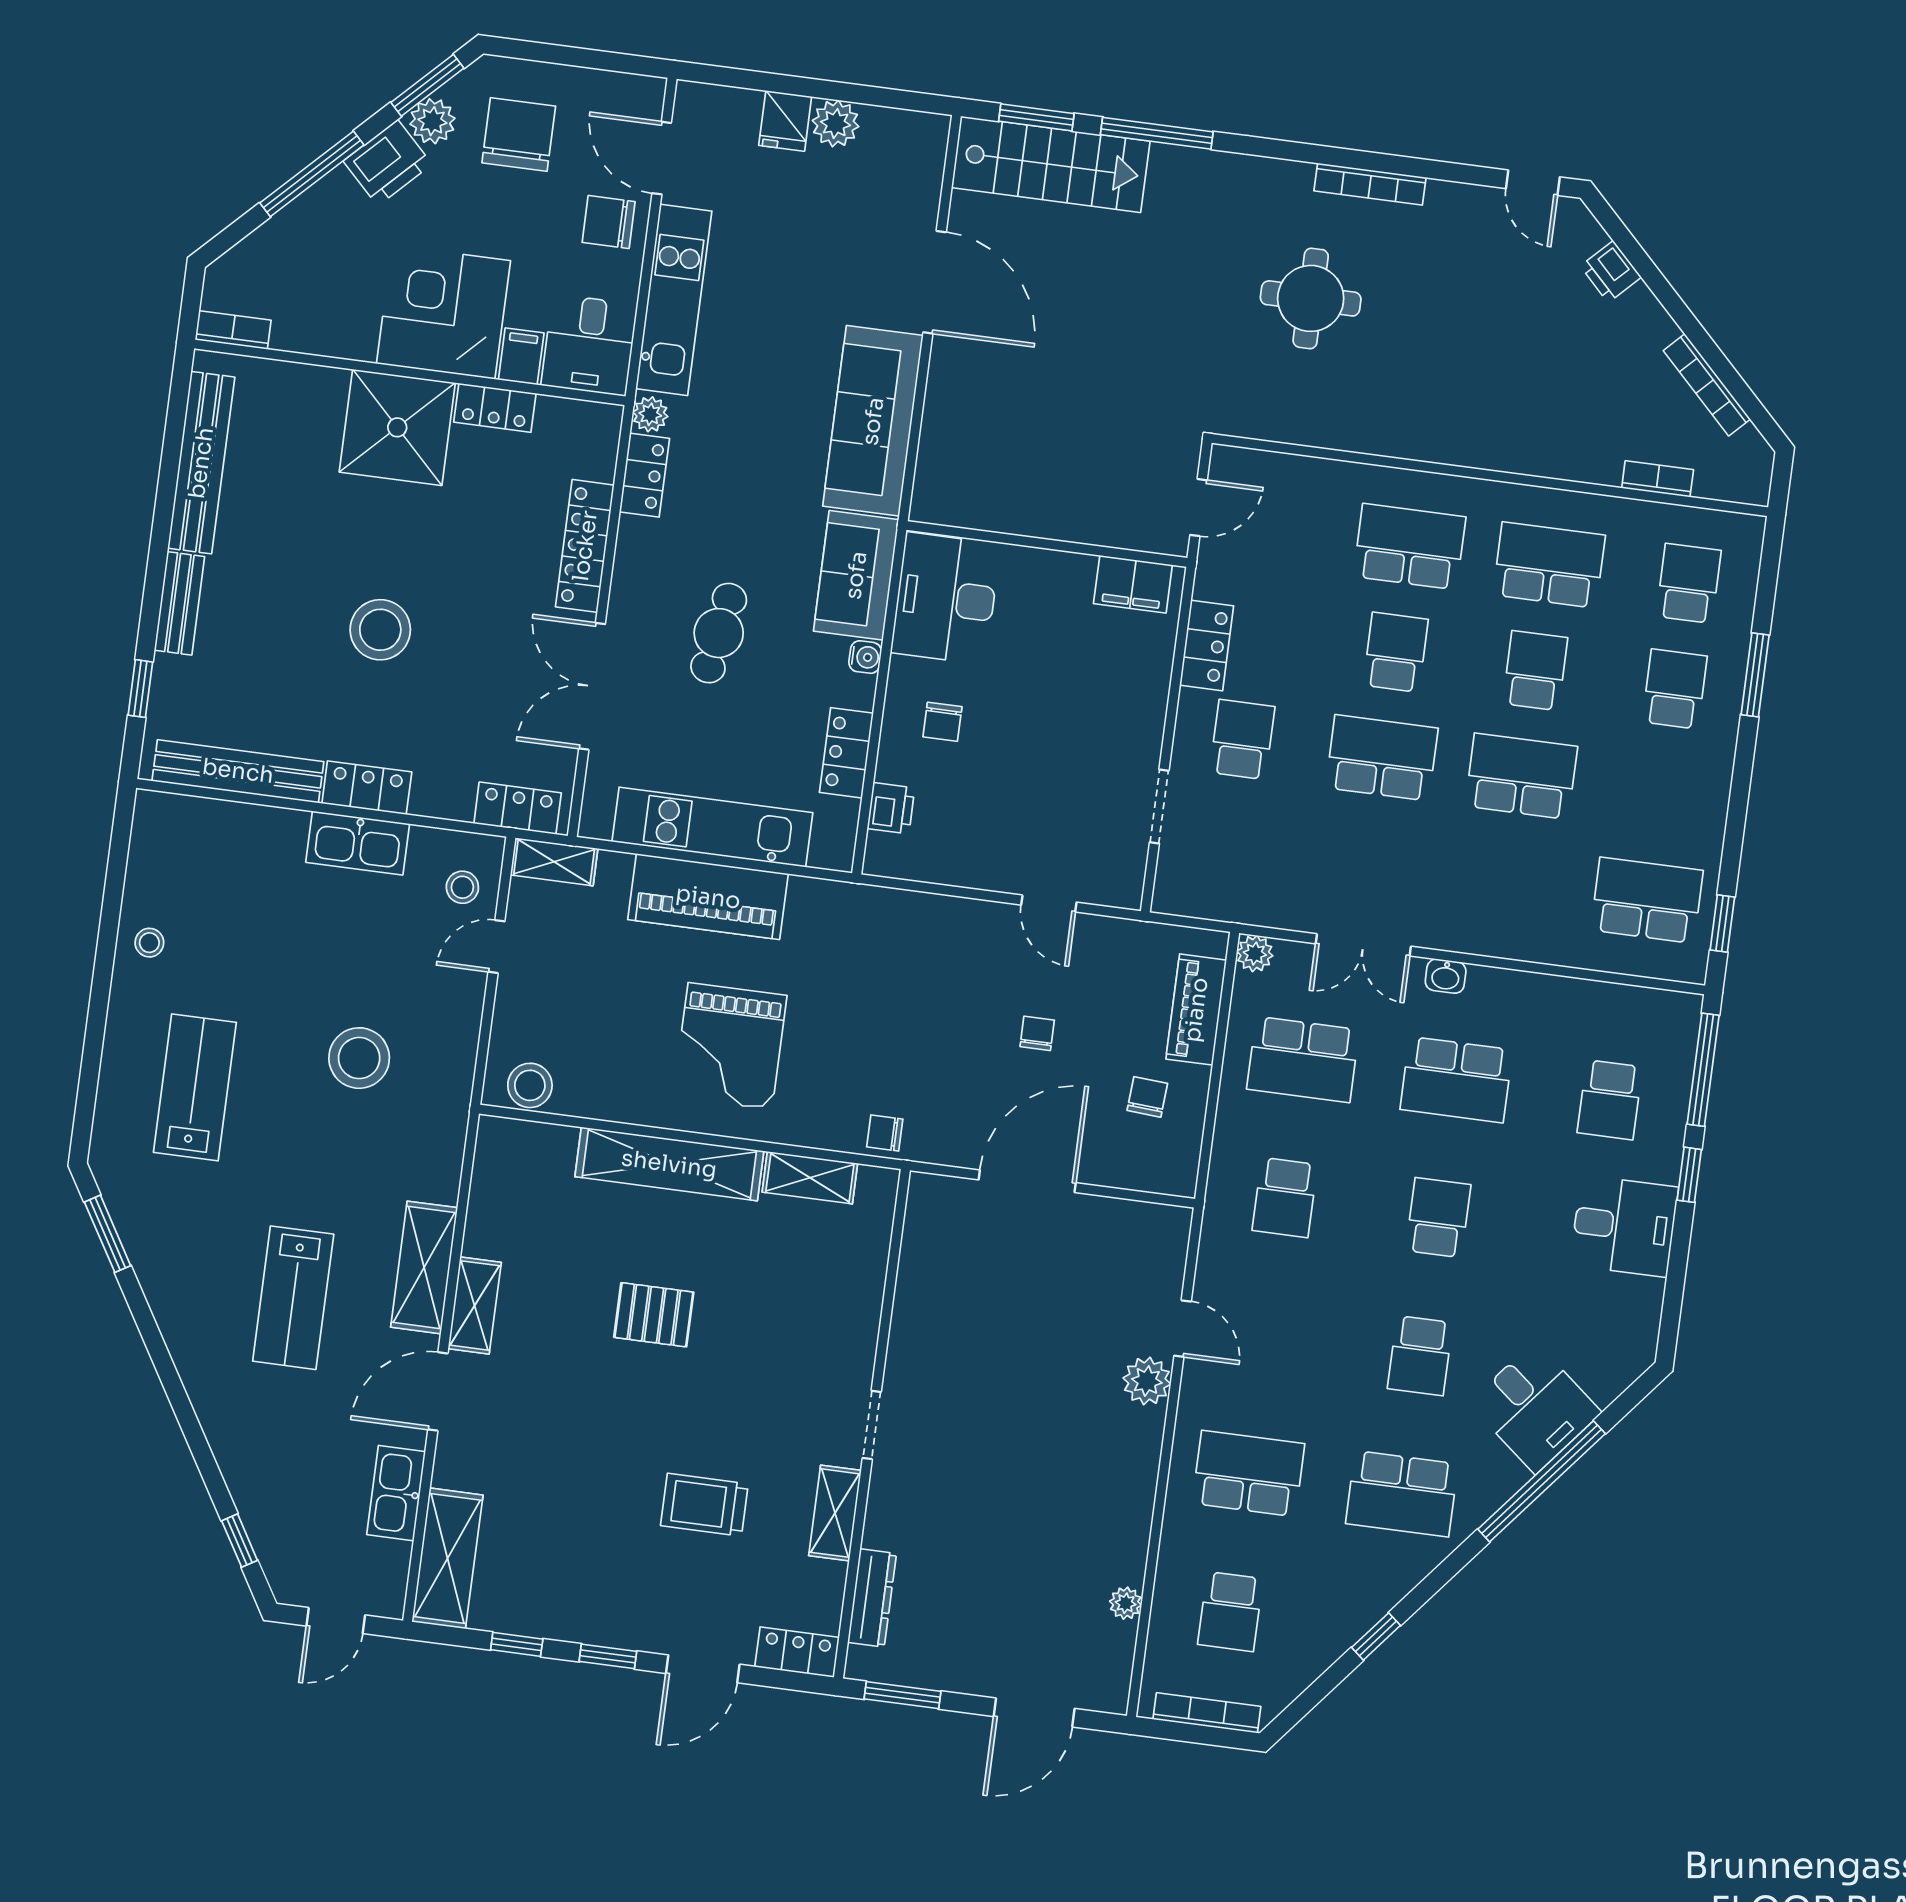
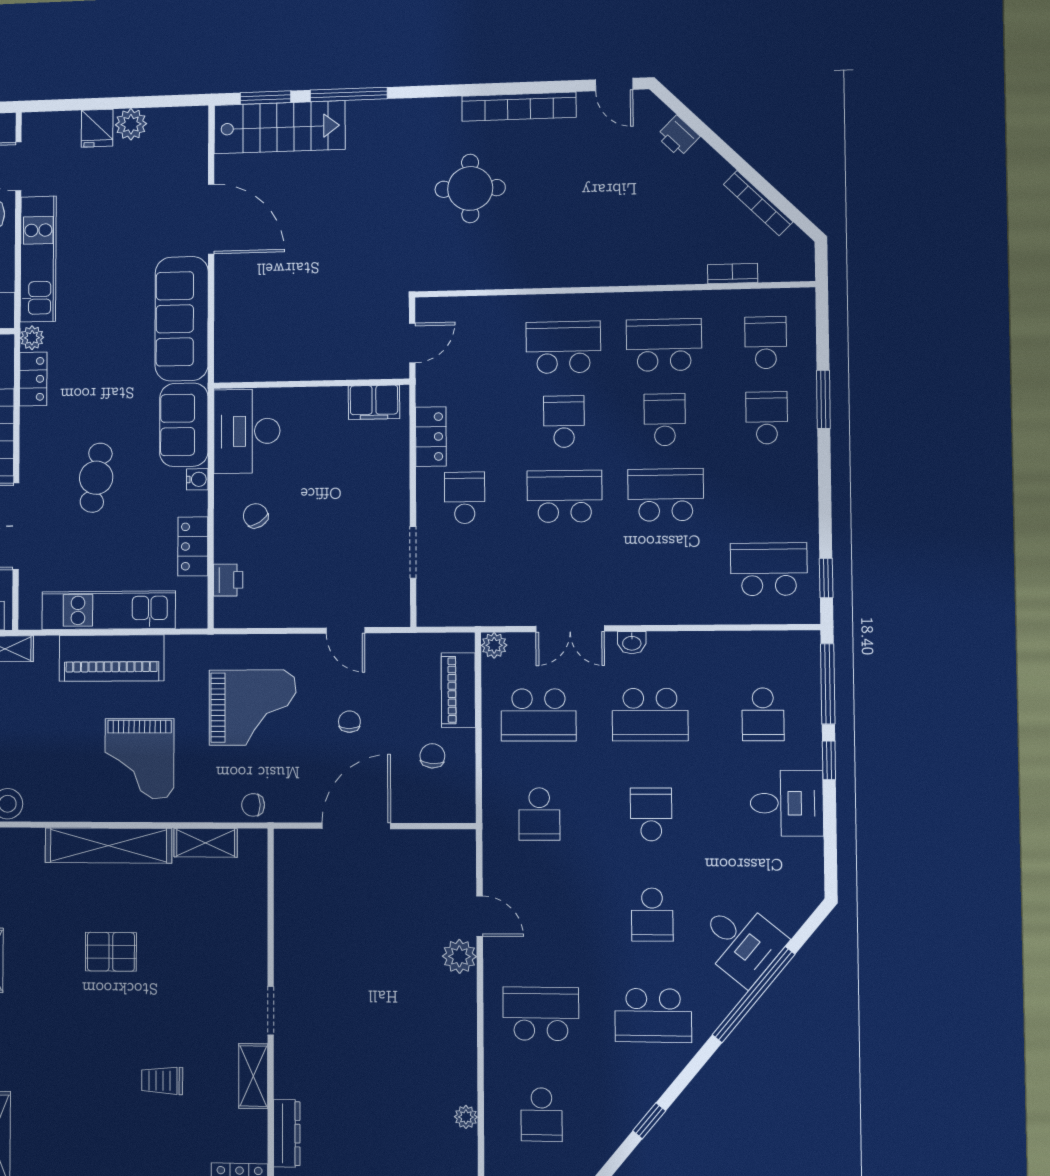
bookcase: (1370, 184) -> (519, 107), width x1.48, depth x1.31
chair: (942, 722) -> (256, 516), turned 148
grand piano: (902, 995) -> (253, 708), added
trolley: (704, 1505) -> (162, 1081), width x0.73, depth x0.72

